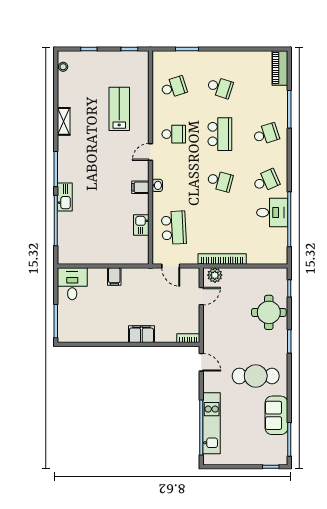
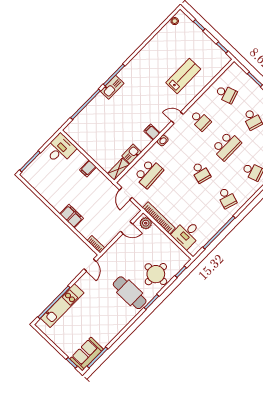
shelving: (64, 121) -> (118, 169), moved
school desk: (266, 181) -> (227, 198), turned 42
kitchen sink: (65, 197) -> (112, 87), moved
desk: (272, 213) -> (187, 234), moved, turned 90
cafe table: (256, 376) -> (130, 293), moved
sofa: (276, 415) -> (87, 354), moved

